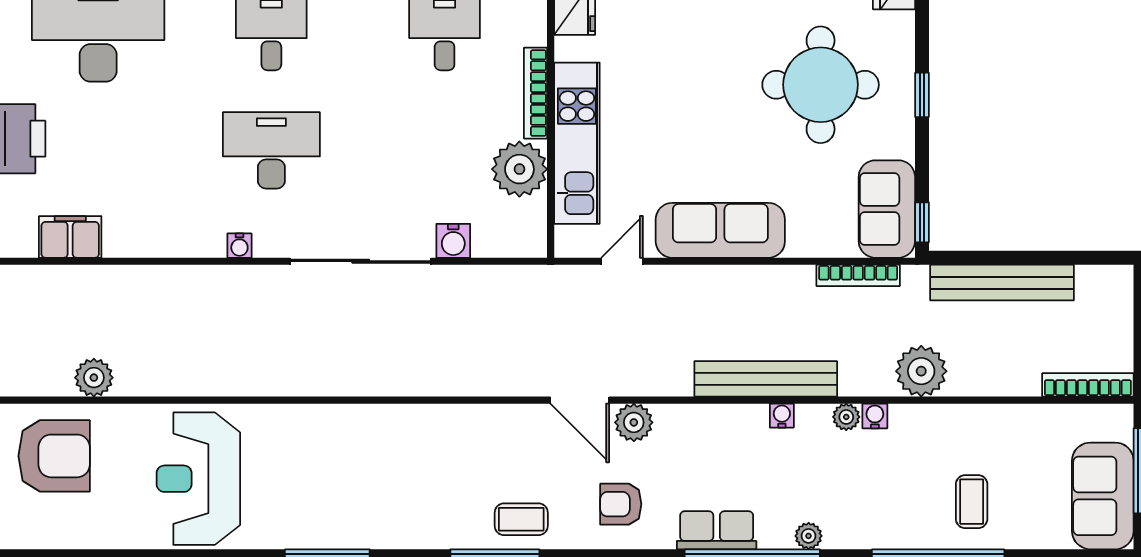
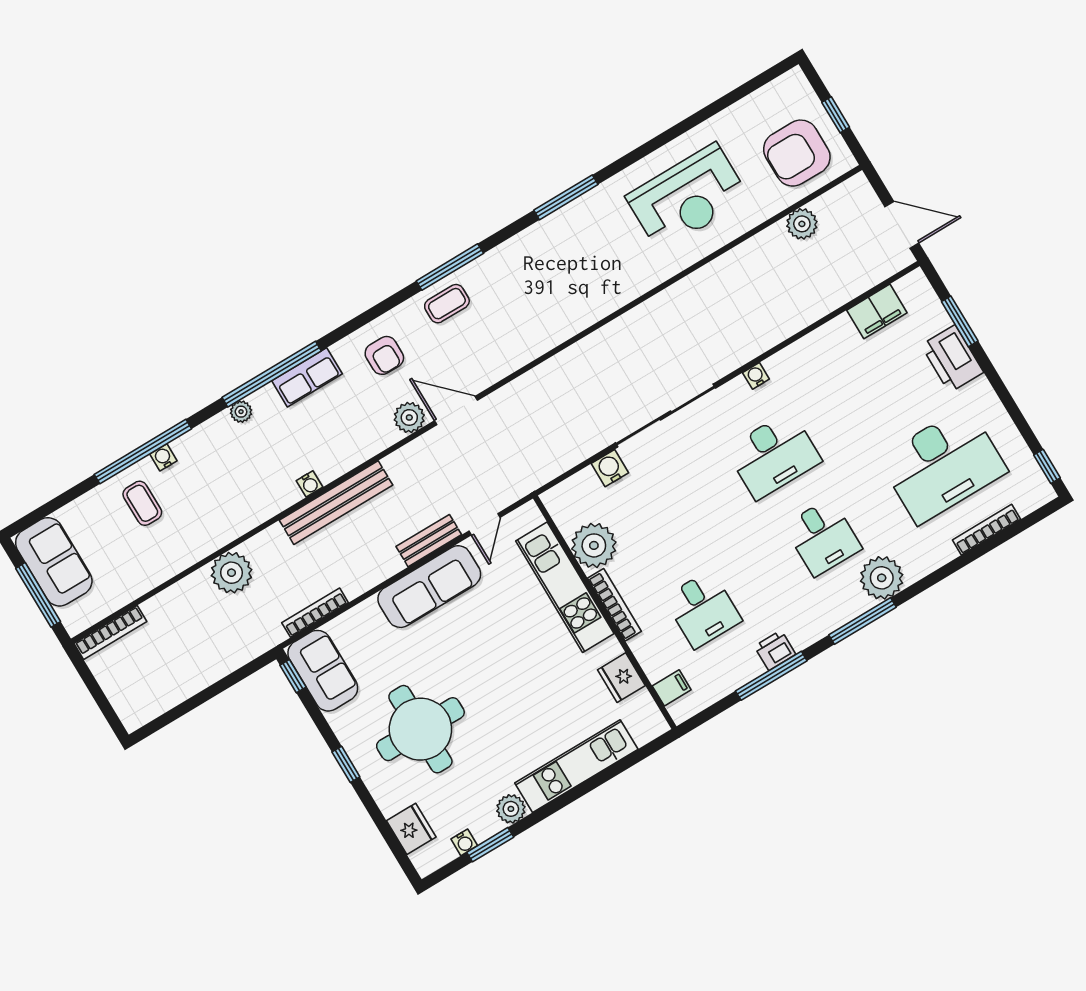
bench: (1002, 283) -> (429, 541), moved, width x0.54, depth x0.82
water cooler: (875, 416) -> (163, 457), moved, turned 180
plant: (846, 417) -> (264, 510), removed
reception desk: (198, 479) -> (687, 197), turned 90
armchair: (621, 504) -> (384, 355), turned 90

